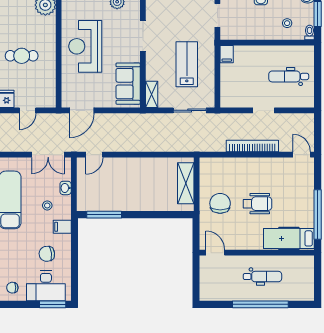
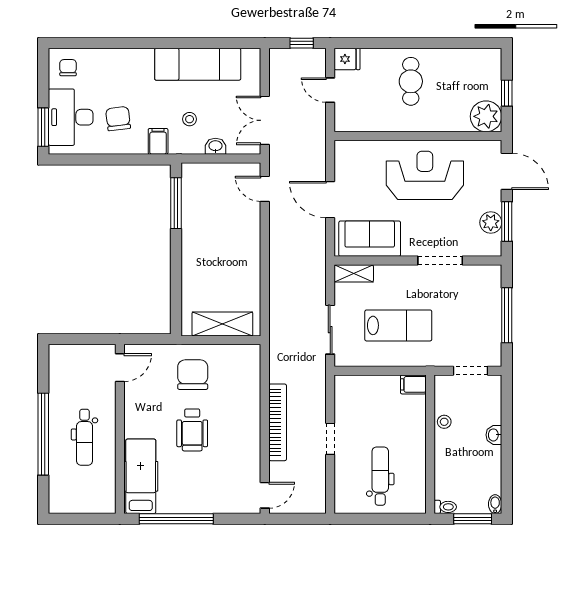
stool: (287, 23) -> (444, 422), moved
door: (82, 110) -> (330, 200), moved
chair: (220, 203) -> (193, 375), turned -90

